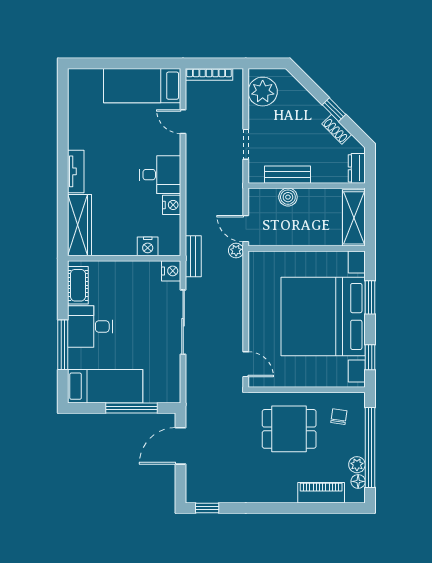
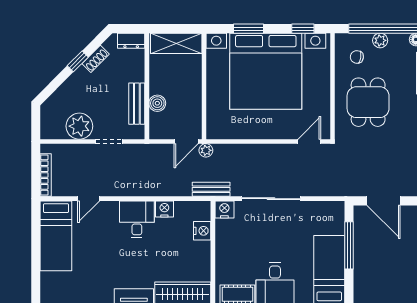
plant: (263, 92) -> (79, 126), moved
plant: (357, 465) -> (380, 40), moved

